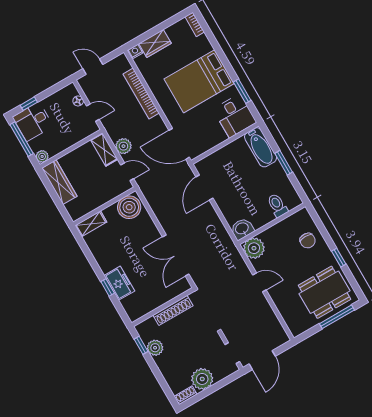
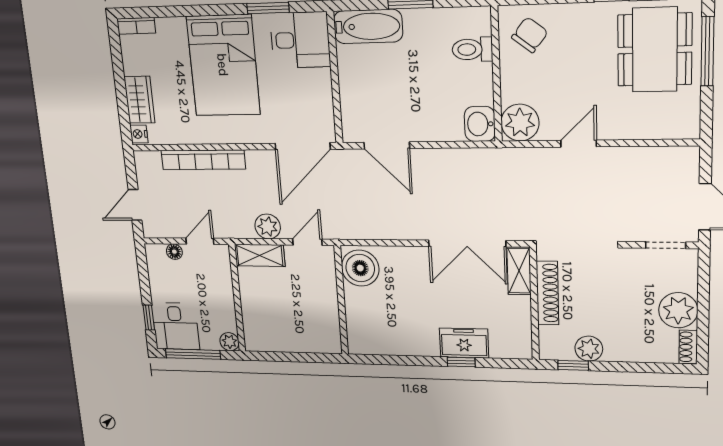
wardrobe: (59, 182) -> (276, 340), removed
shelving: (91, 224) -> (519, 271), moved
chair: (308, 241) -> (530, 35), moved, turned -51

